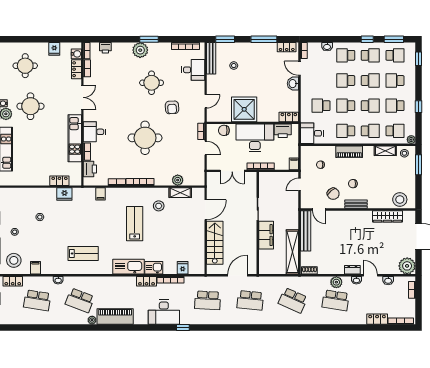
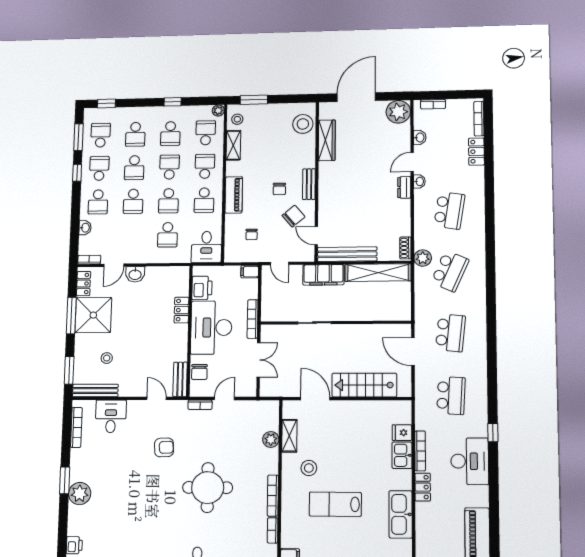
school desk: (370, 81) -> (134, 168), turned 180
round table: (152, 83) -> (127, 477), removed
shower: (244, 109) -> (93, 315), moved
bench: (219, 117) -> (180, 379), added
locker: (289, 117) -> (182, 310), moved
door: (319, 210) -> (316, 236), swing flipped
filing cabinet: (266, 235) -> (323, 275), moved, turned 180
kitchen sink: (154, 268) -> (402, 455), moved
plant: (336, 282) -> (423, 258), moved

